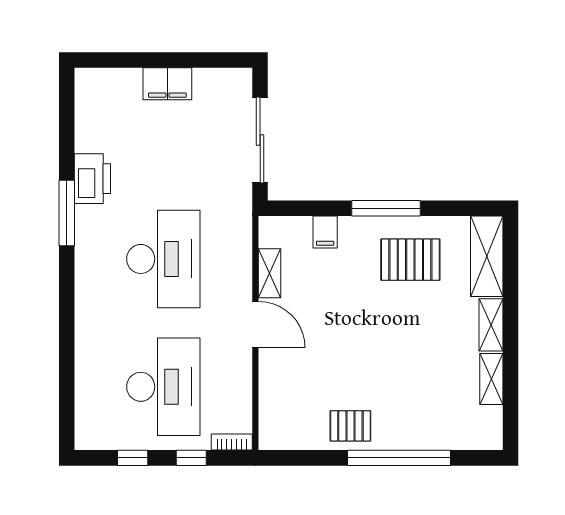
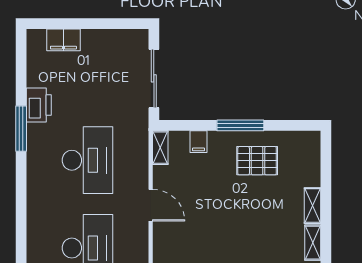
filing cabinet: (167, 84) -> (63, 40), moved
shelving: (487, 256) -> (310, 158), removed
shelving: (270, 273) -> (160, 148), moved

